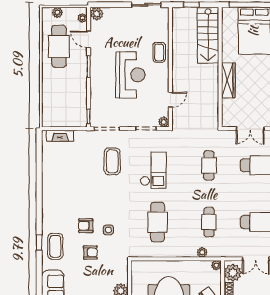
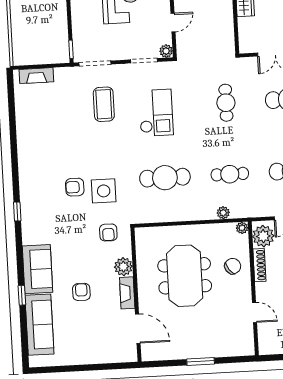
cafe table: (157, 222) -> (165, 178), turned 90
cafe table: (209, 222) -> (230, 174), turned 90
side table: (108, 230) -> (104, 191), width x1.87, depth x1.87
coffee table: (55, 246) -> (38, 215), removed
armchair: (90, 252) -> (108, 232), moved, turned 90

